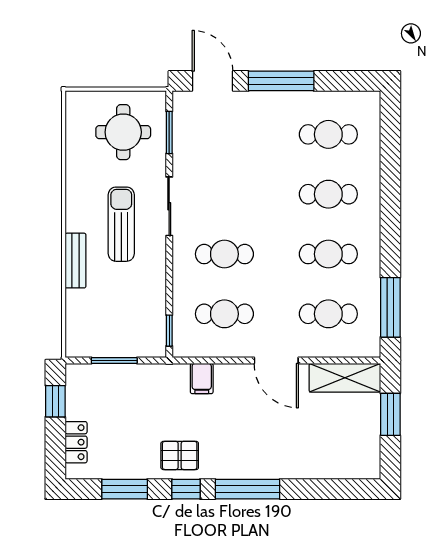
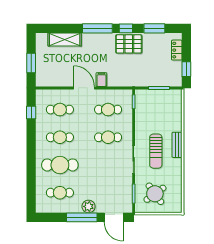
plant: (267, 105) -> (89, 206), added
round table: (123, 132) -> (155, 194), turned -36
cafe table: (328, 194) -> (60, 165), width x1.37, depth x1.35
bench: (75, 261) -> (177, 145), moved
window: (390, 307) -> (31, 113), width x0.46
shelving: (345, 378) -> (65, 40), moved
filing cabinet: (202, 379) -> (101, 80), moved
pallet: (180, 455) -> (129, 44), width x1.50, depth x1.42

